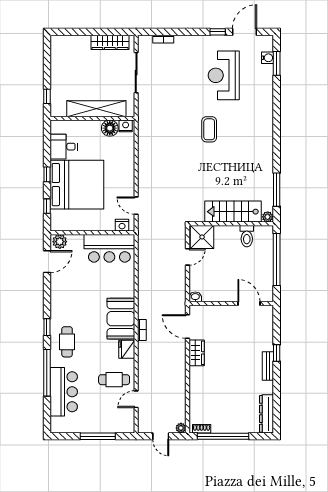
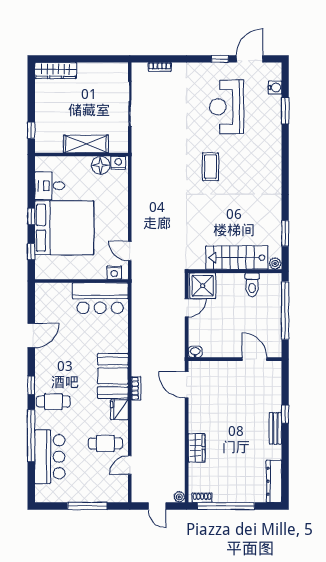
wardrobe: (110, 42) -> (56, 70), moved
window: (277, 63) -> (285, 111), moved
shelving: (96, 109) -> (86, 144), width x0.68
window: (277, 190) -> (285, 233), width x0.69
plant: (60, 242) -> (45, 291), removed
door: (47, 262) -> (31, 335), moved
cafe table: (67, 342) -> (53, 402), turned 90
wardrobe: (197, 353) -> (197, 448), moved

